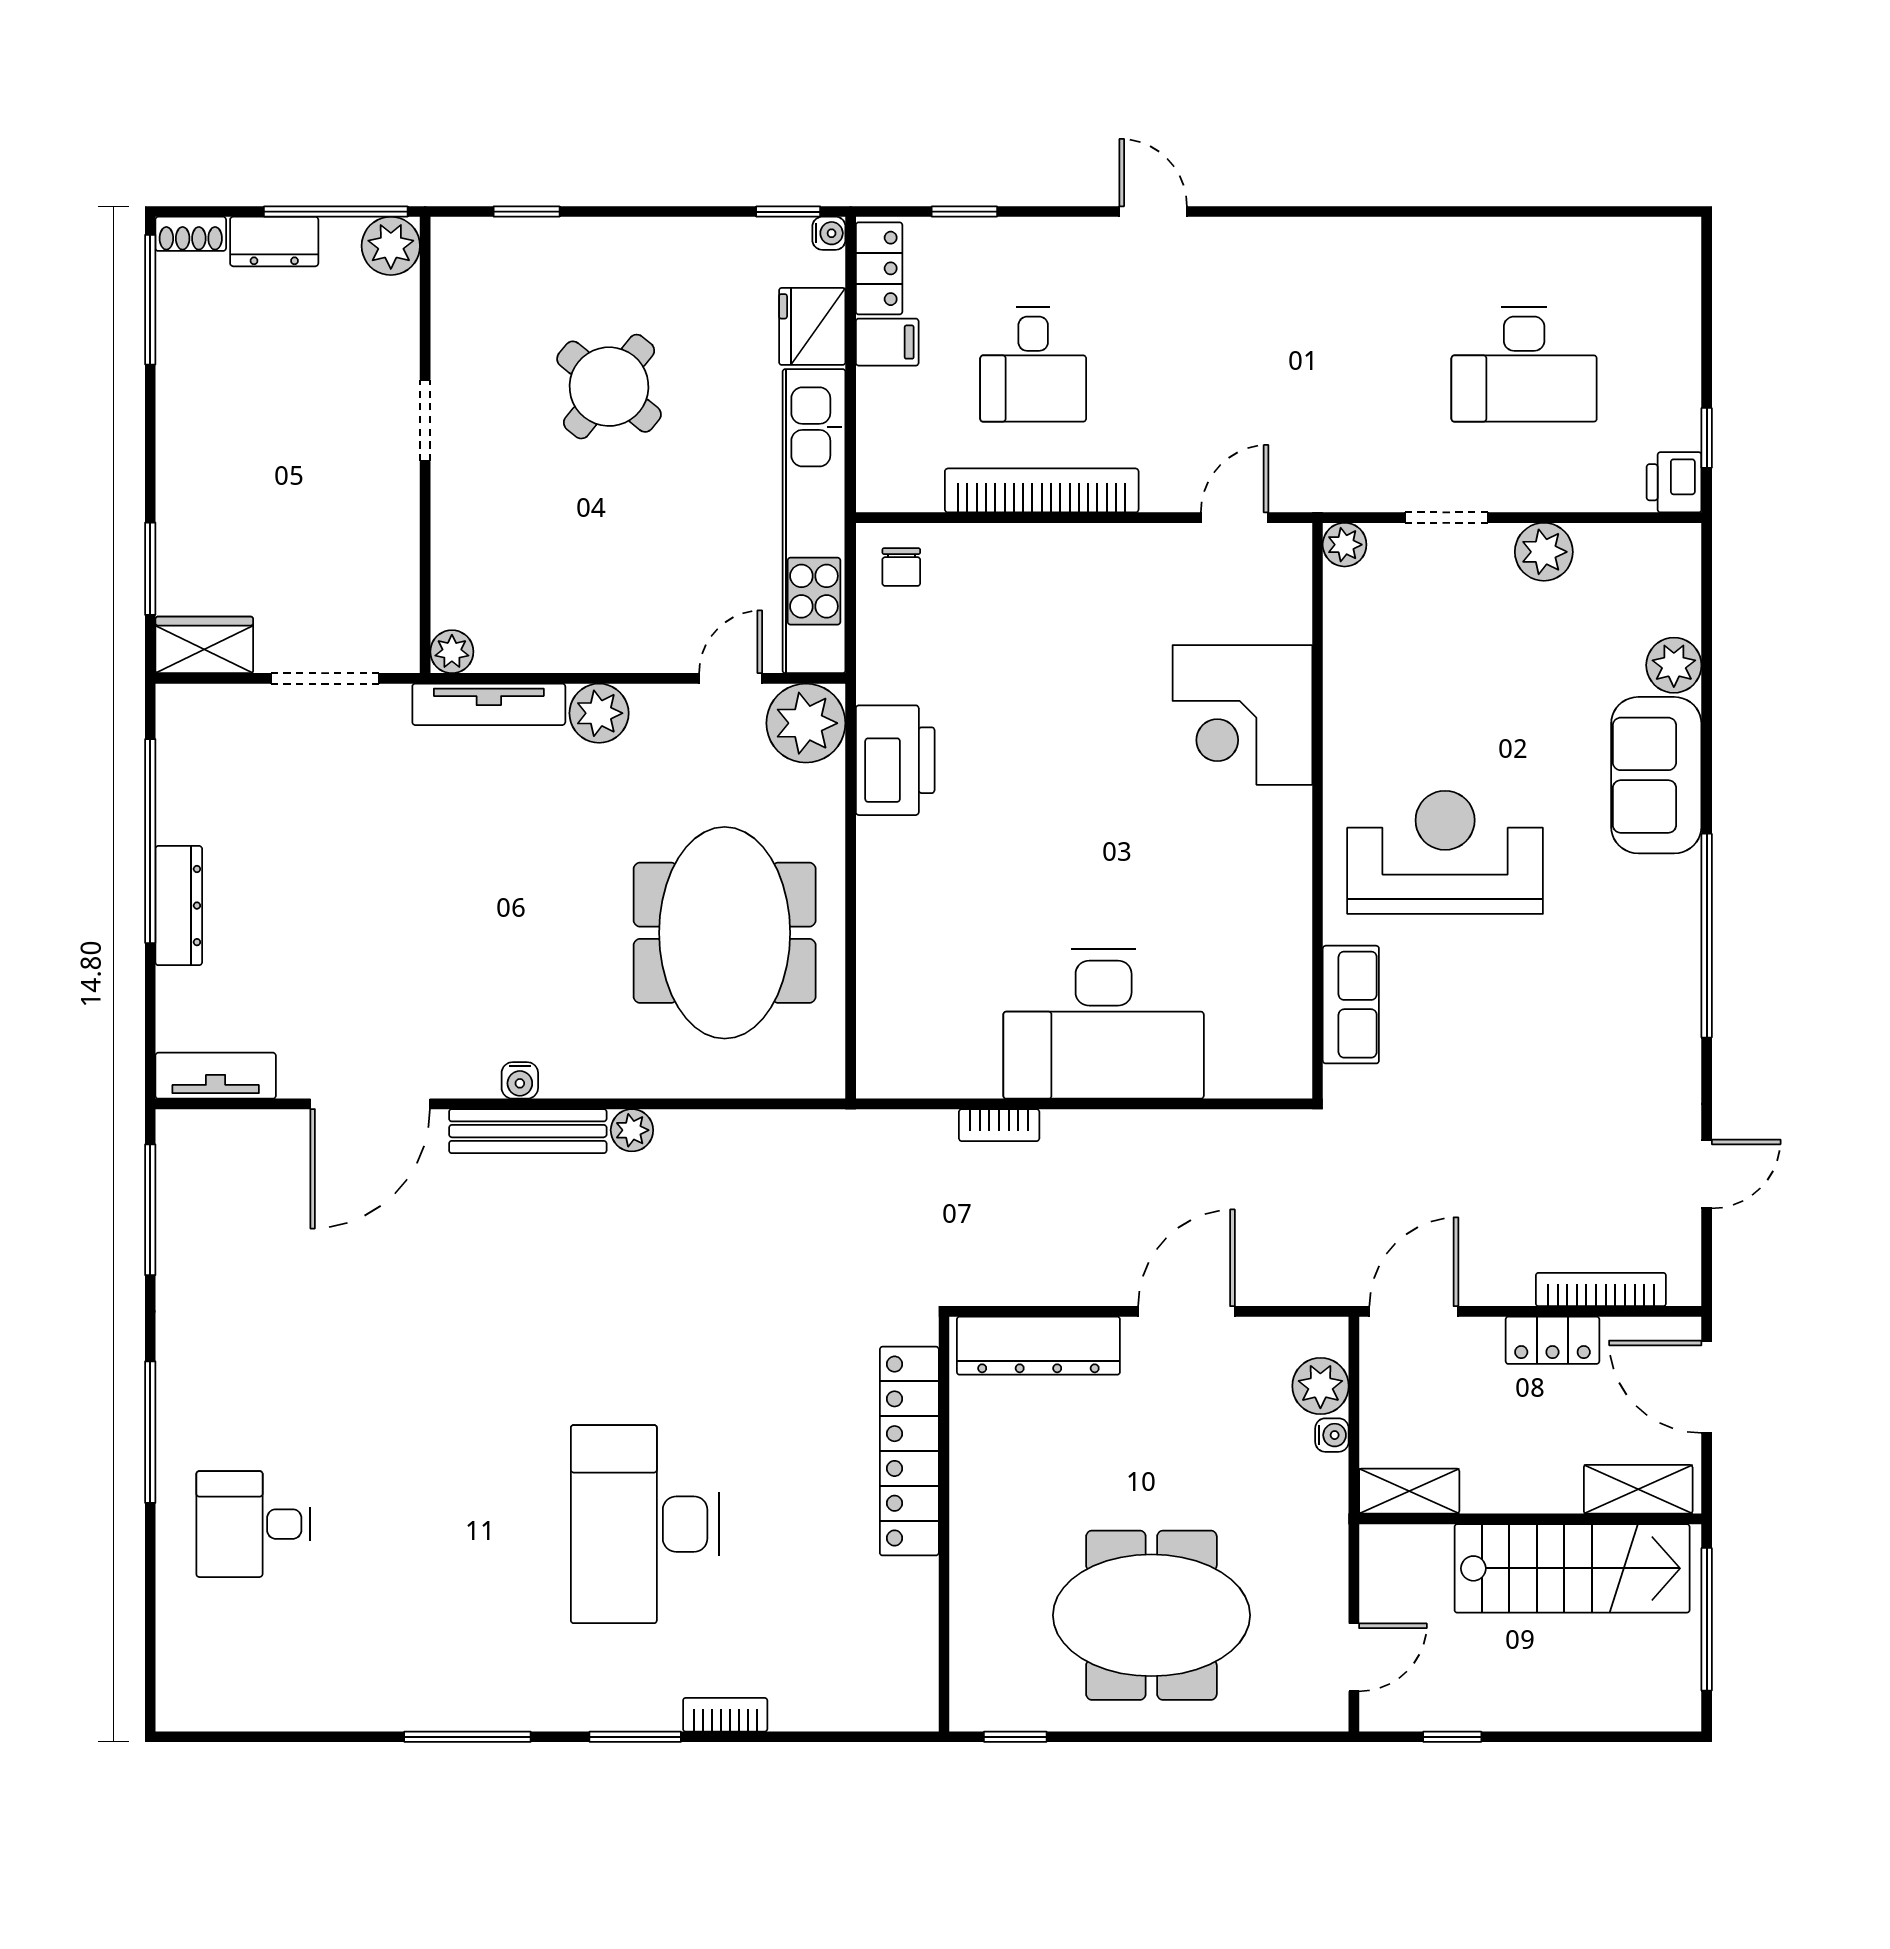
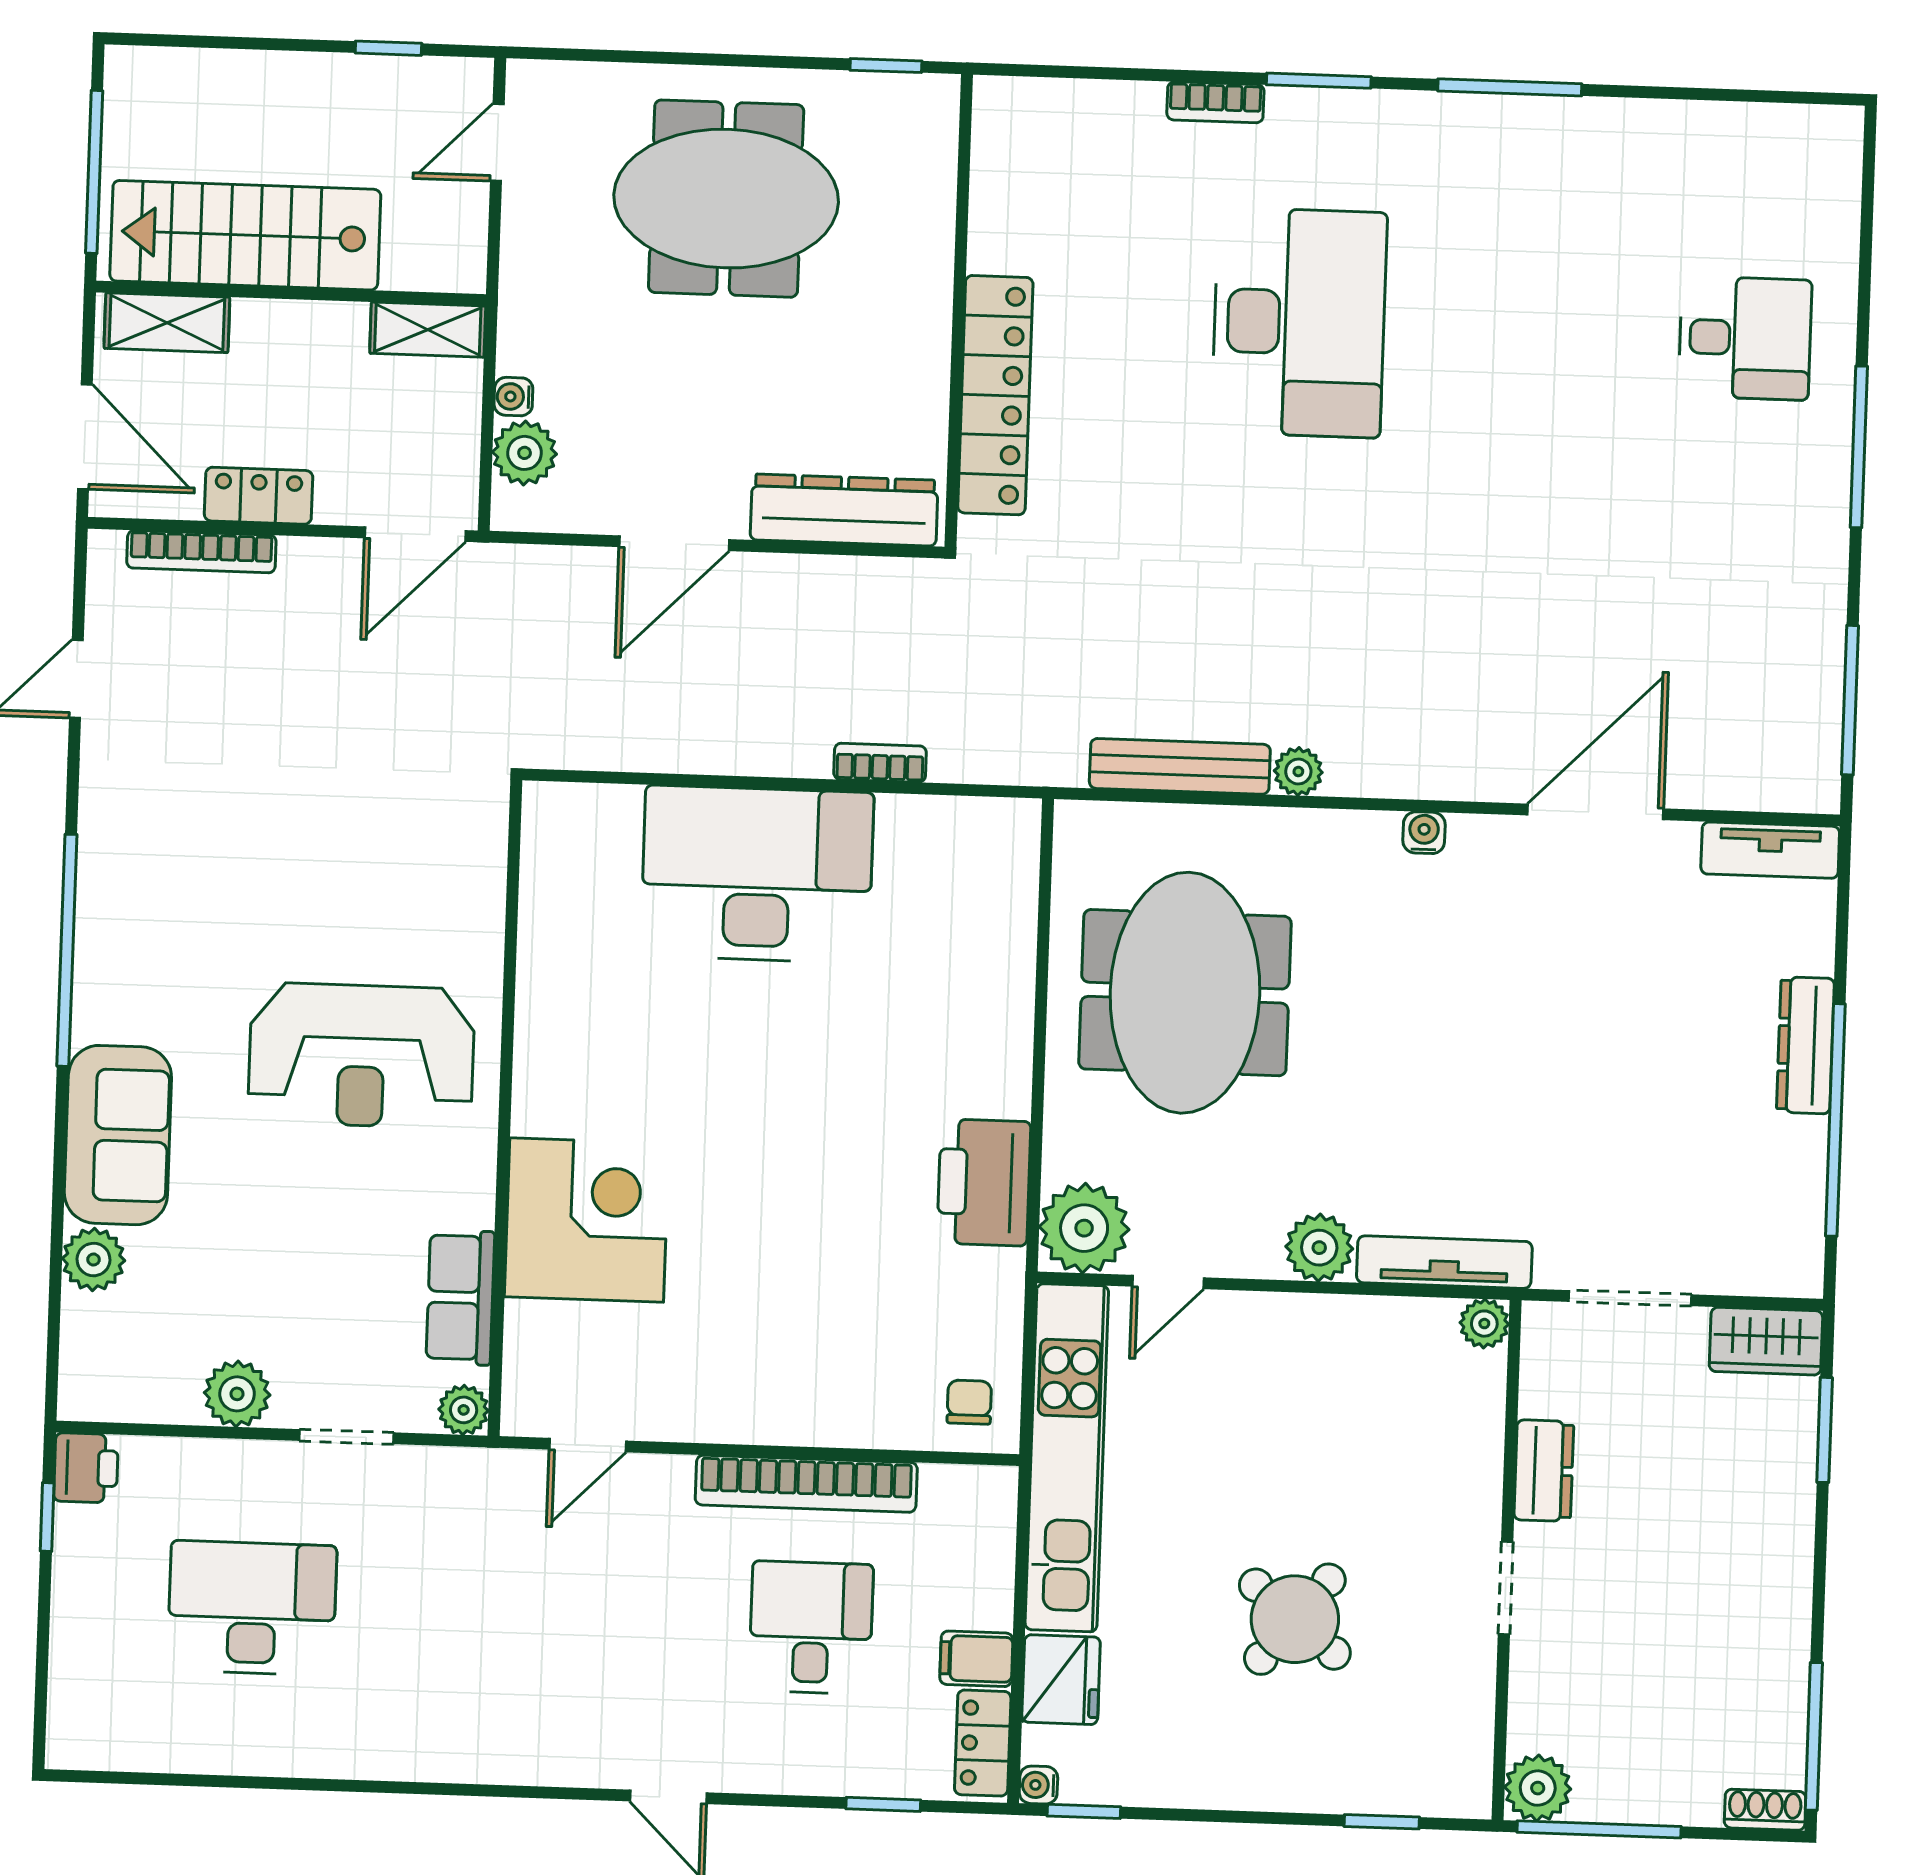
dresser: (274, 241) -> (1544, 1471), moved, turned 90
row of seats: (1351, 1005) -> (460, 1297), moved
bench: (528, 1131) -> (1180, 766), moved

